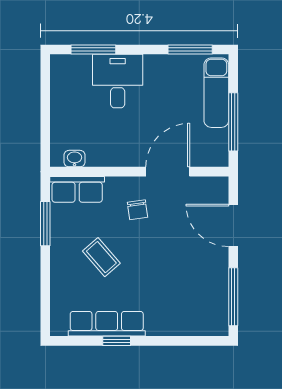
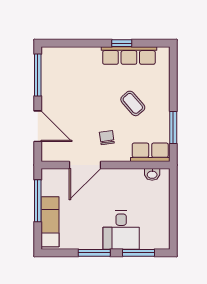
window: (190, 49) -> (94, 253), moved

